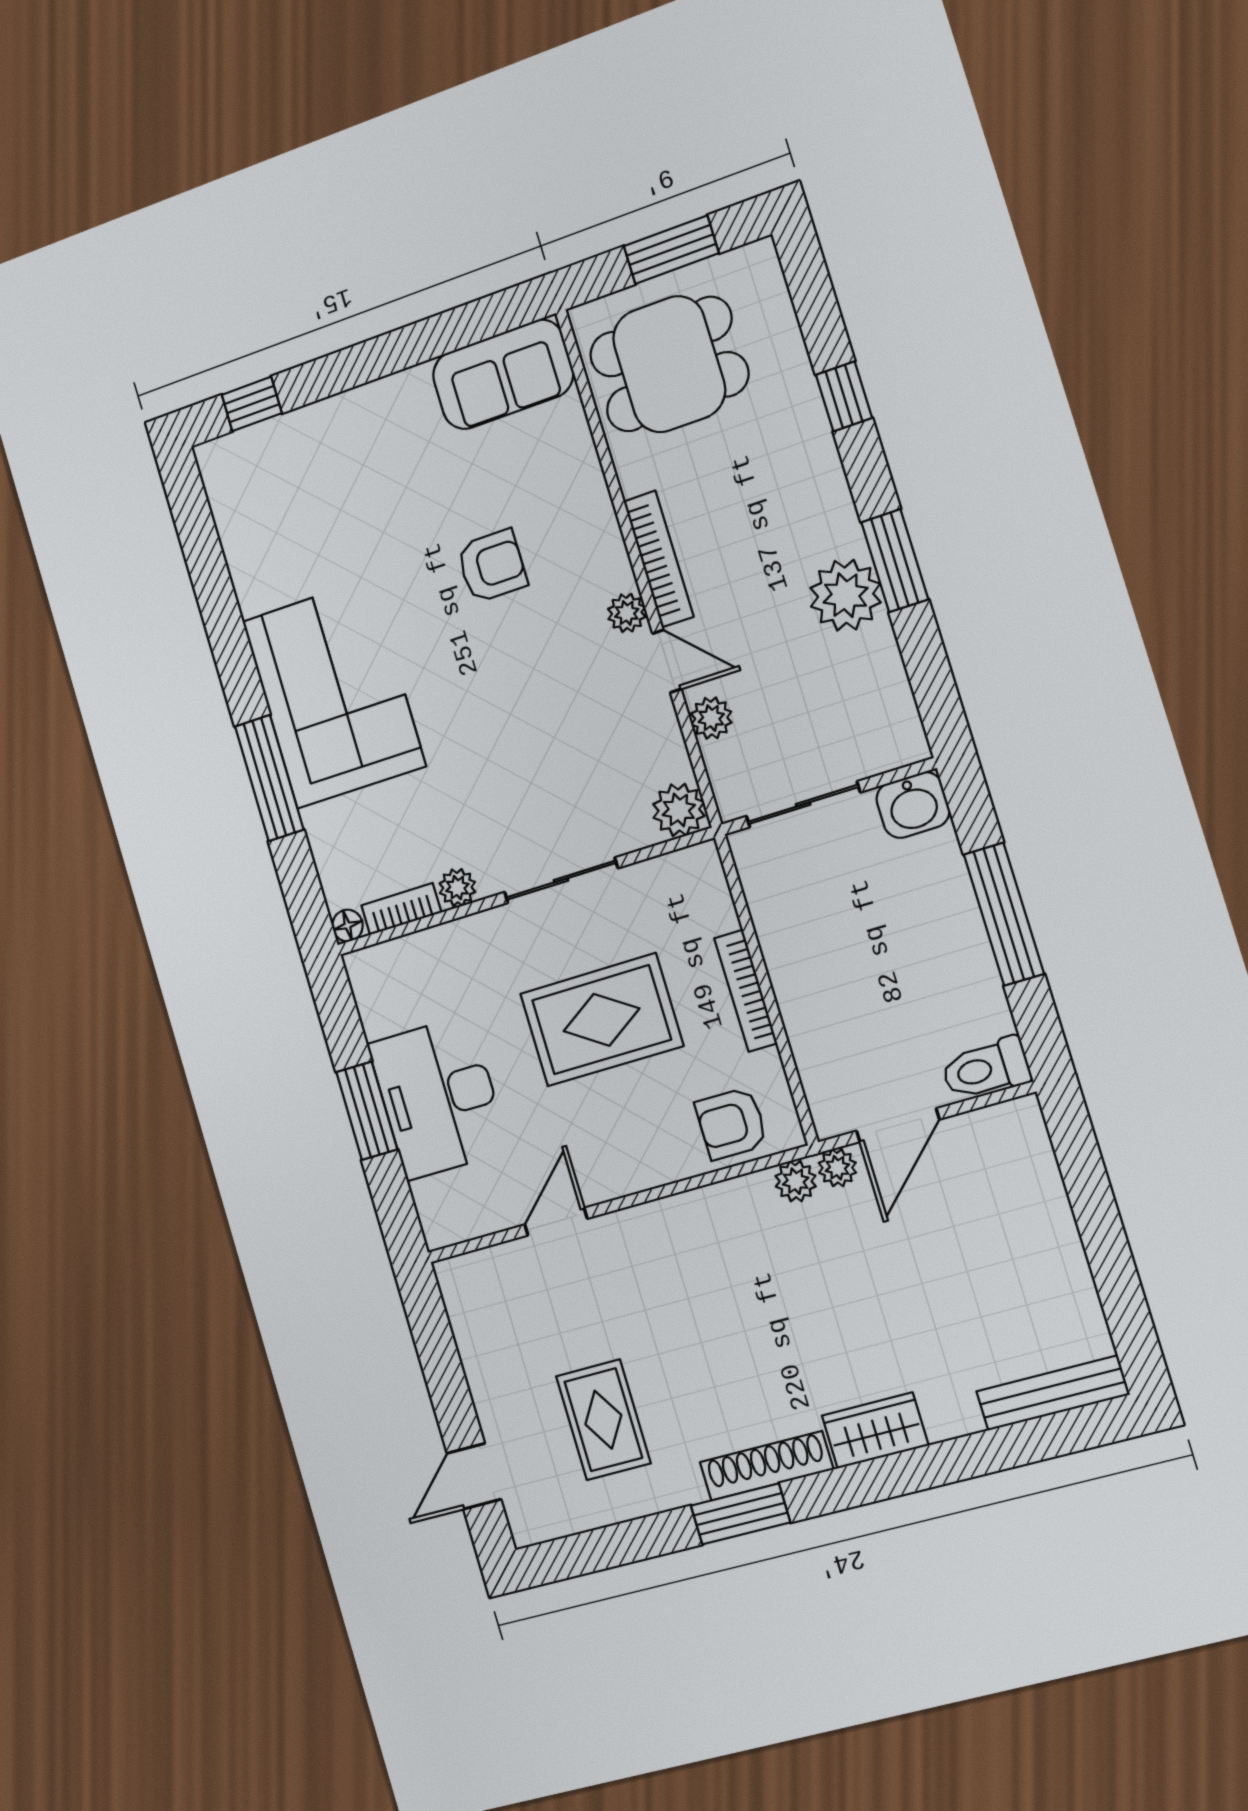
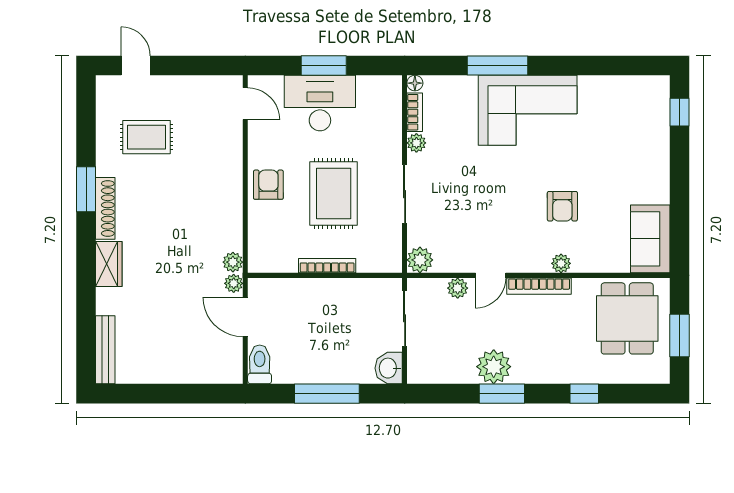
plant: (627, 613) -> (561, 263), moved
armchair: (731, 1124) -> (268, 185), moved
door: (556, 1222) -> (245, 104), moved

